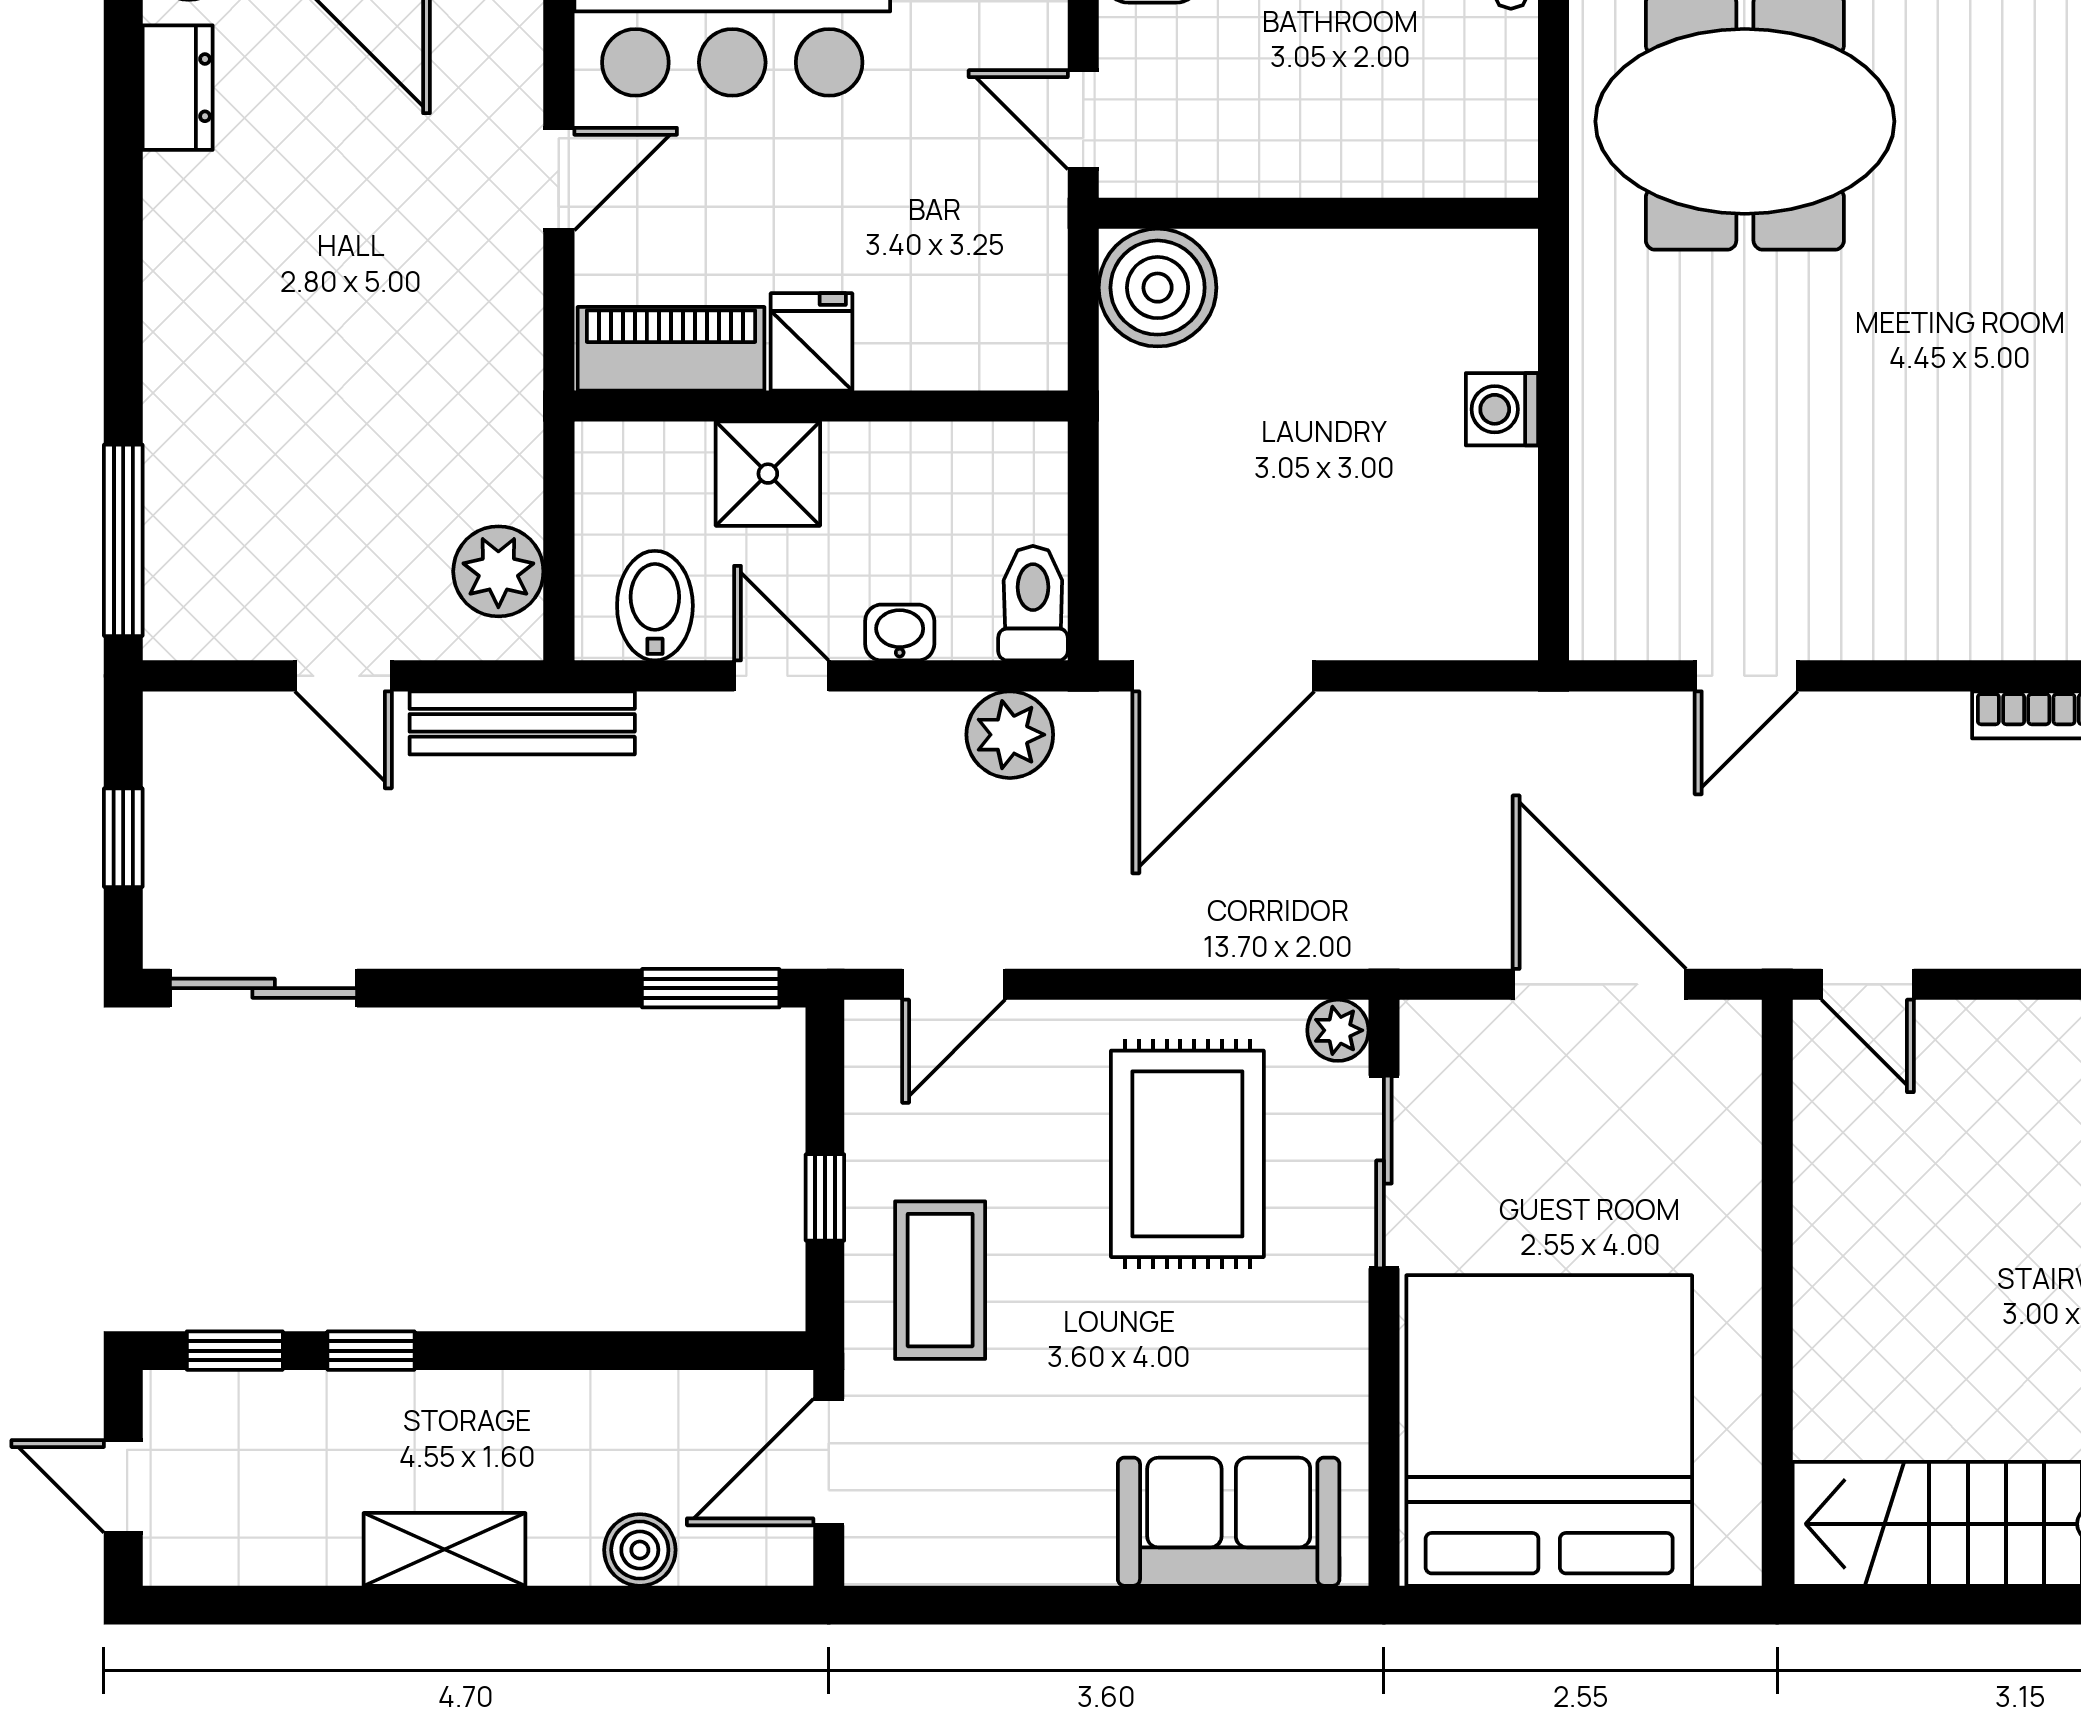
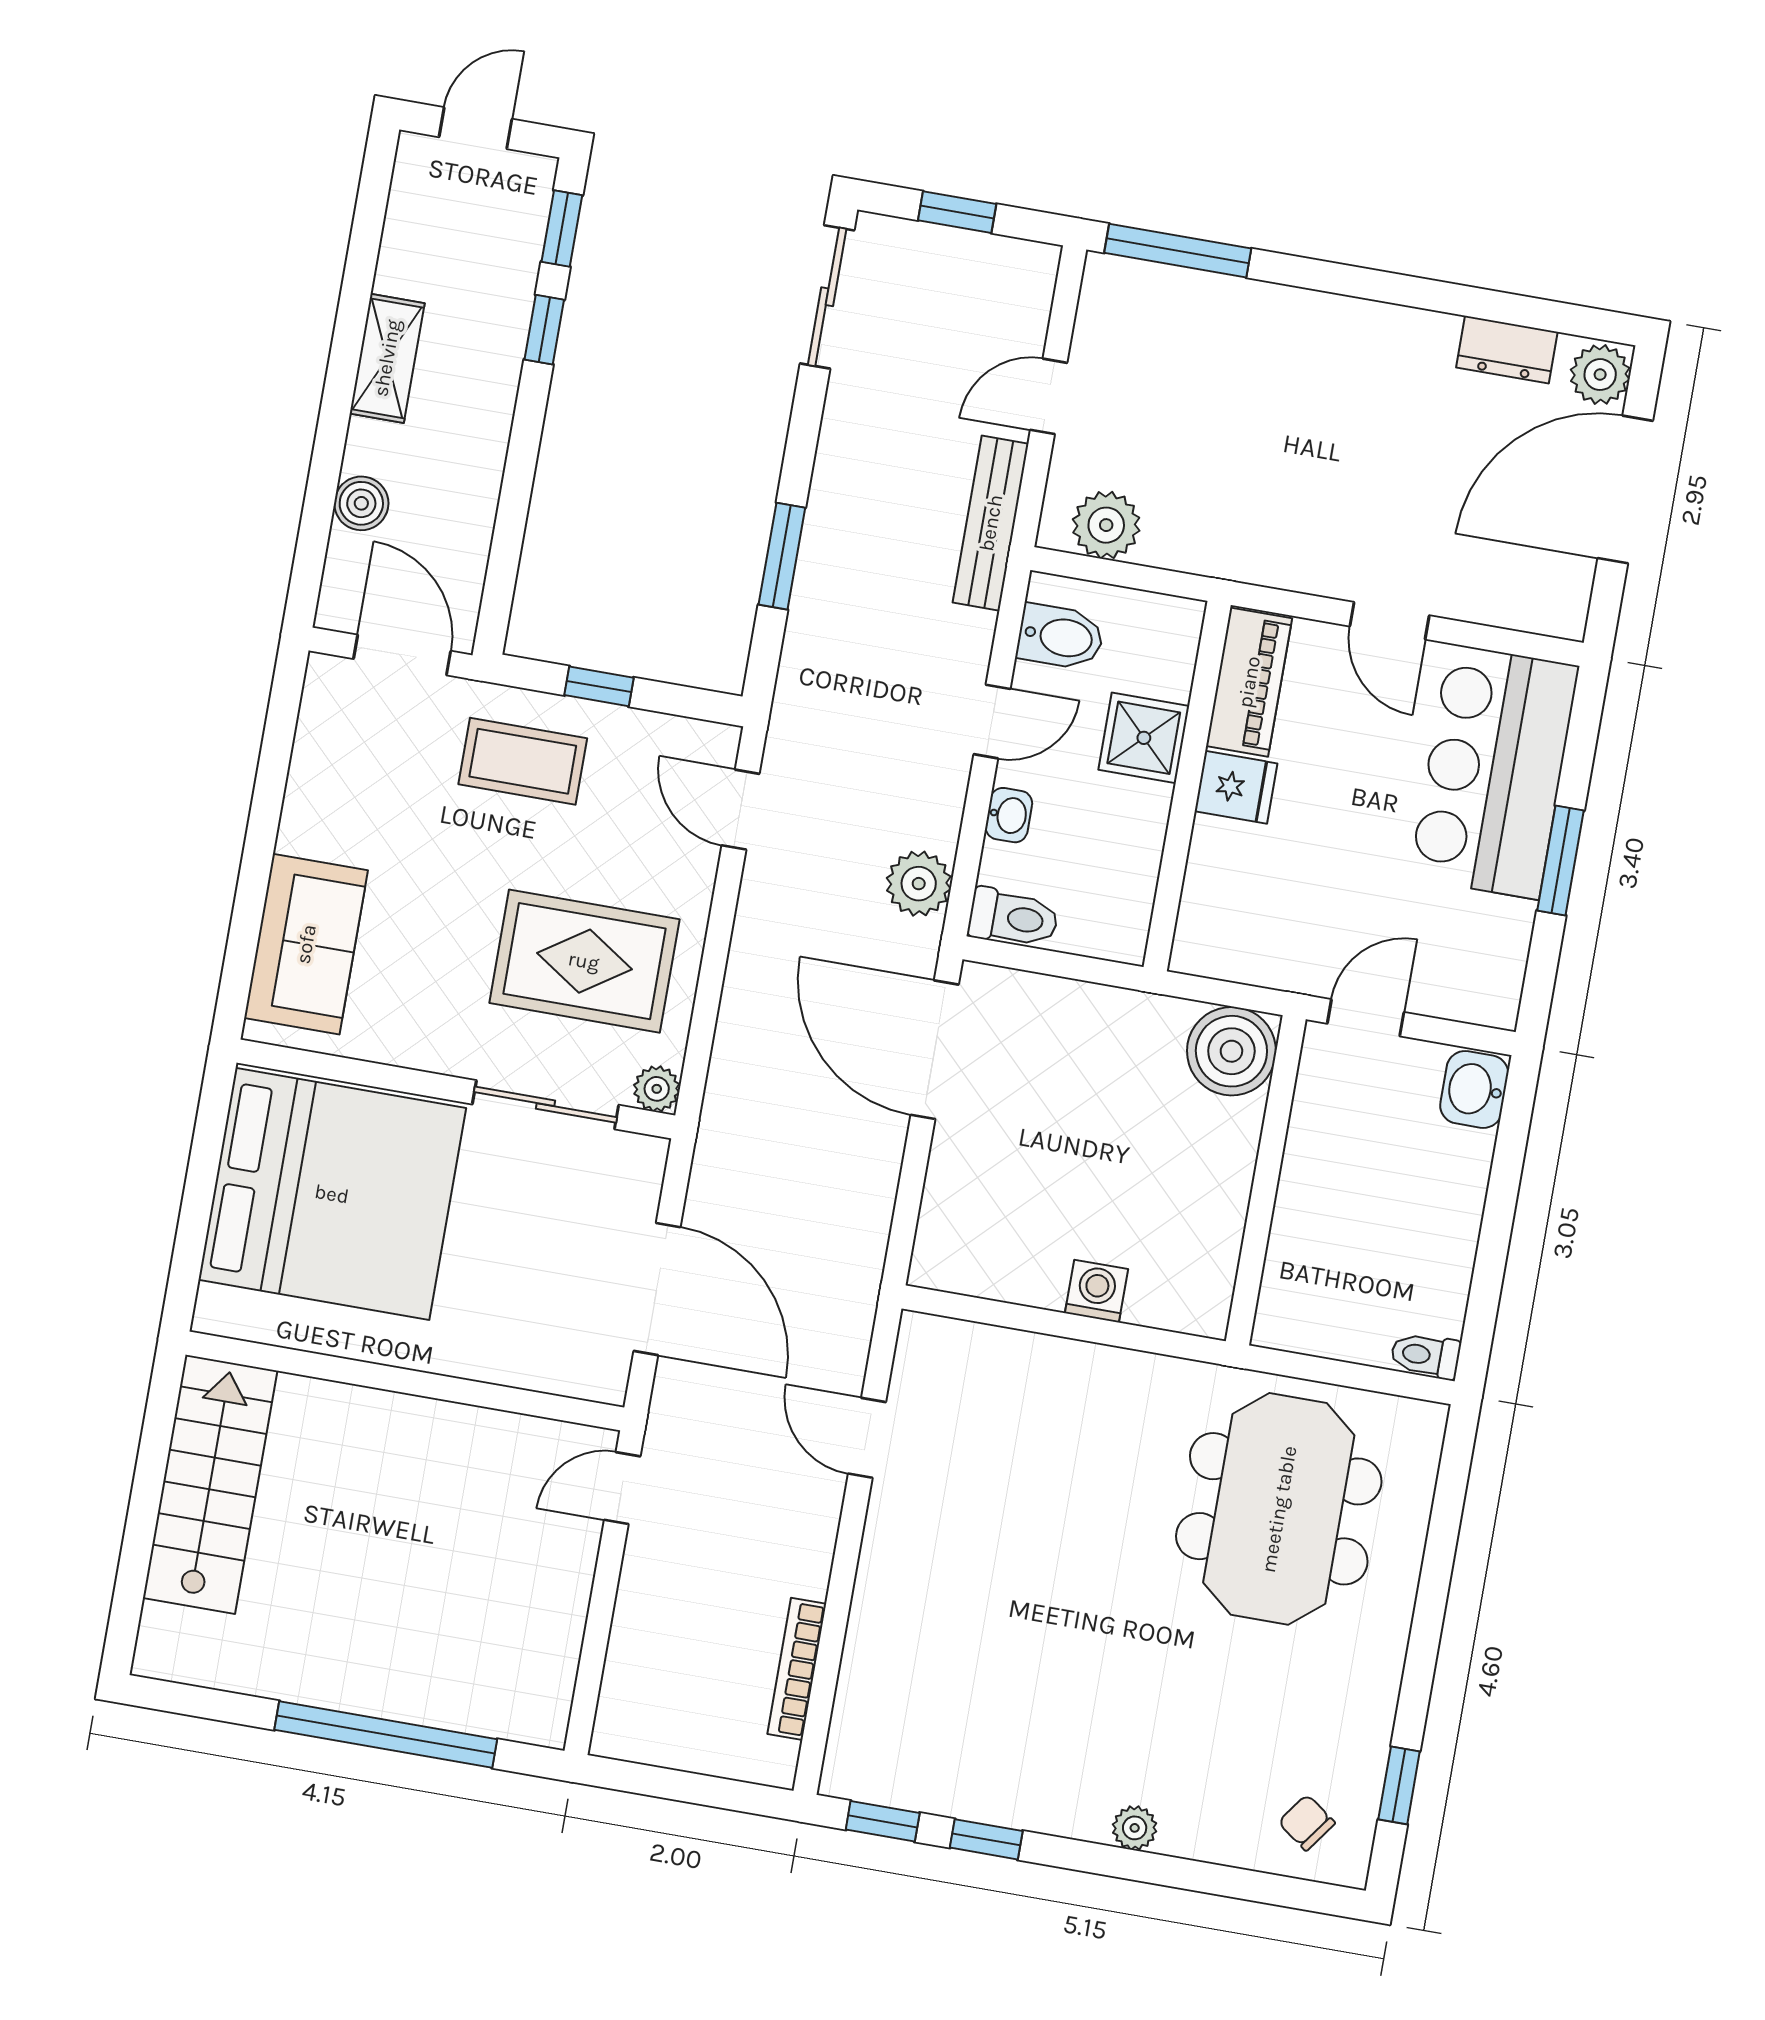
door: (1599, 984) -> (657, 1289), hinge flipped
window: (711, 988) -> (782, 556), moved

